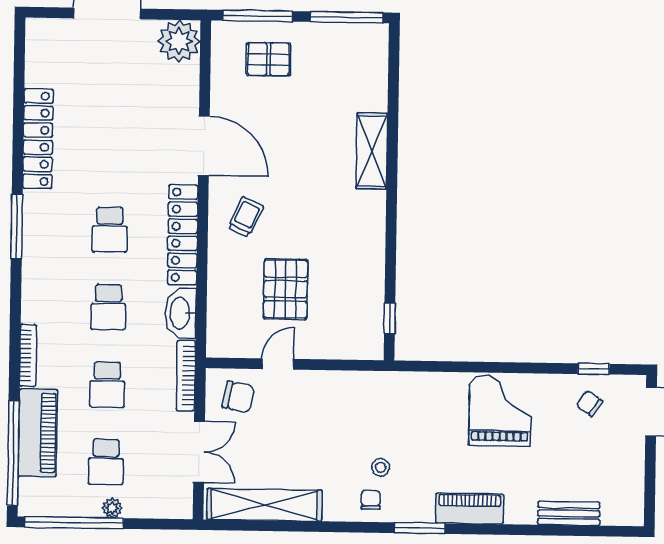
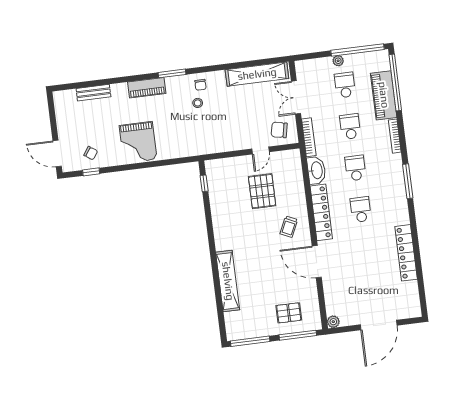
plant: (179, 41) -> (333, 322), width x0.53, depth x0.53
shelving: (372, 151) -> (228, 281), width x1.47
window: (17, 227) -> (408, 181), moved

